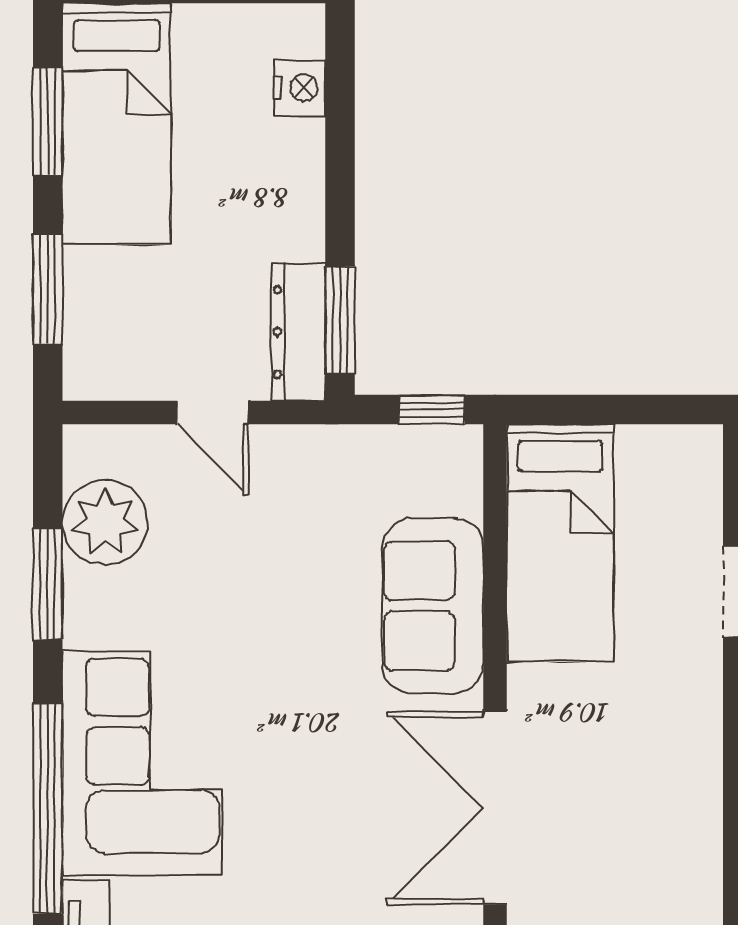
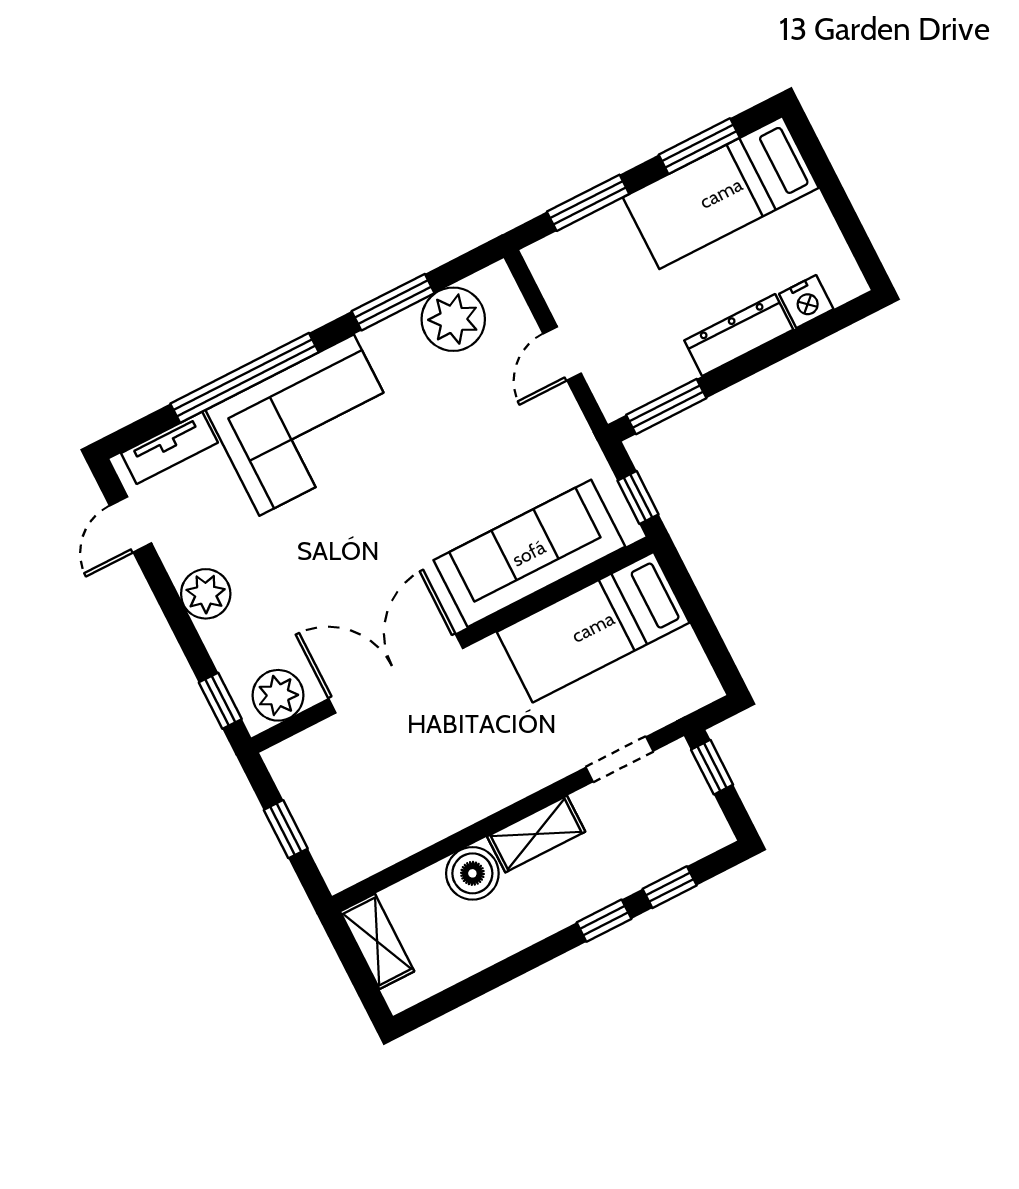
dresser: (299, 332) -> (739, 335), moved
sofa: (433, 606) -> (529, 553), width x1.36

